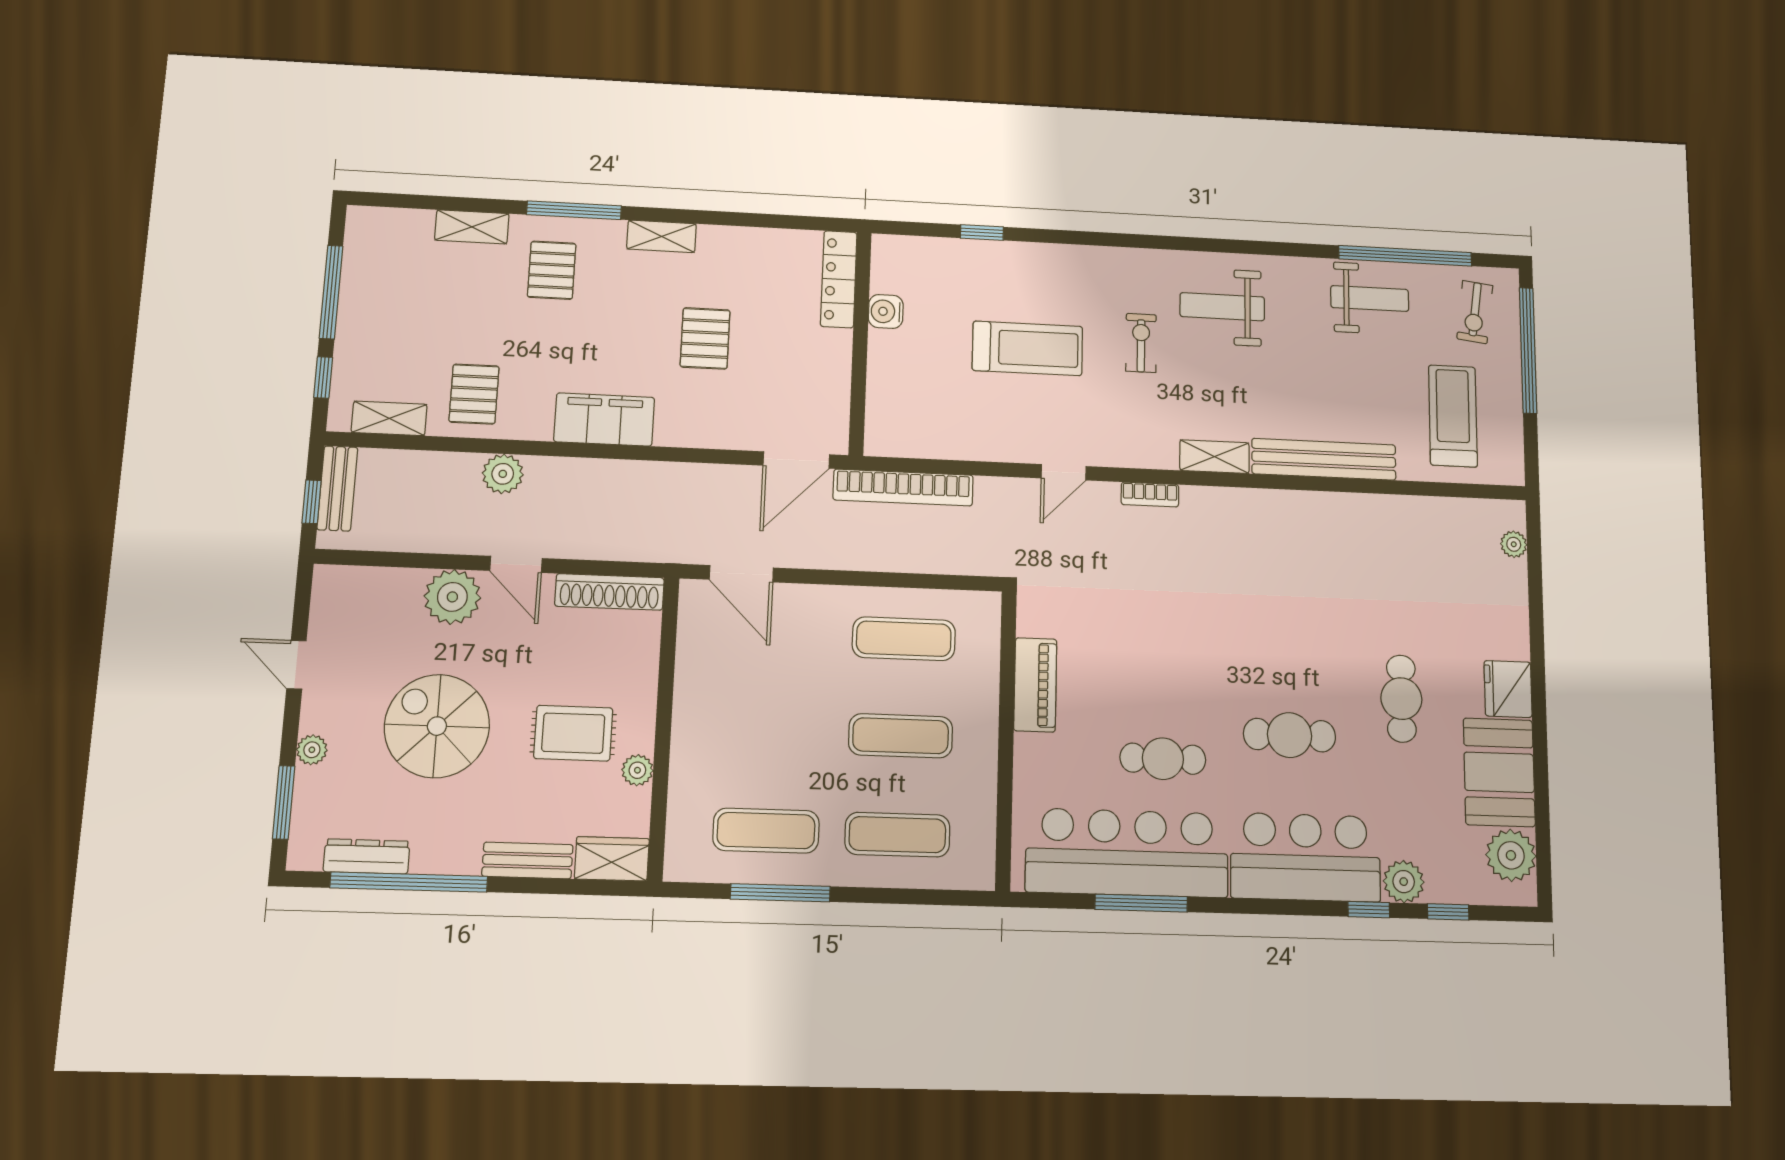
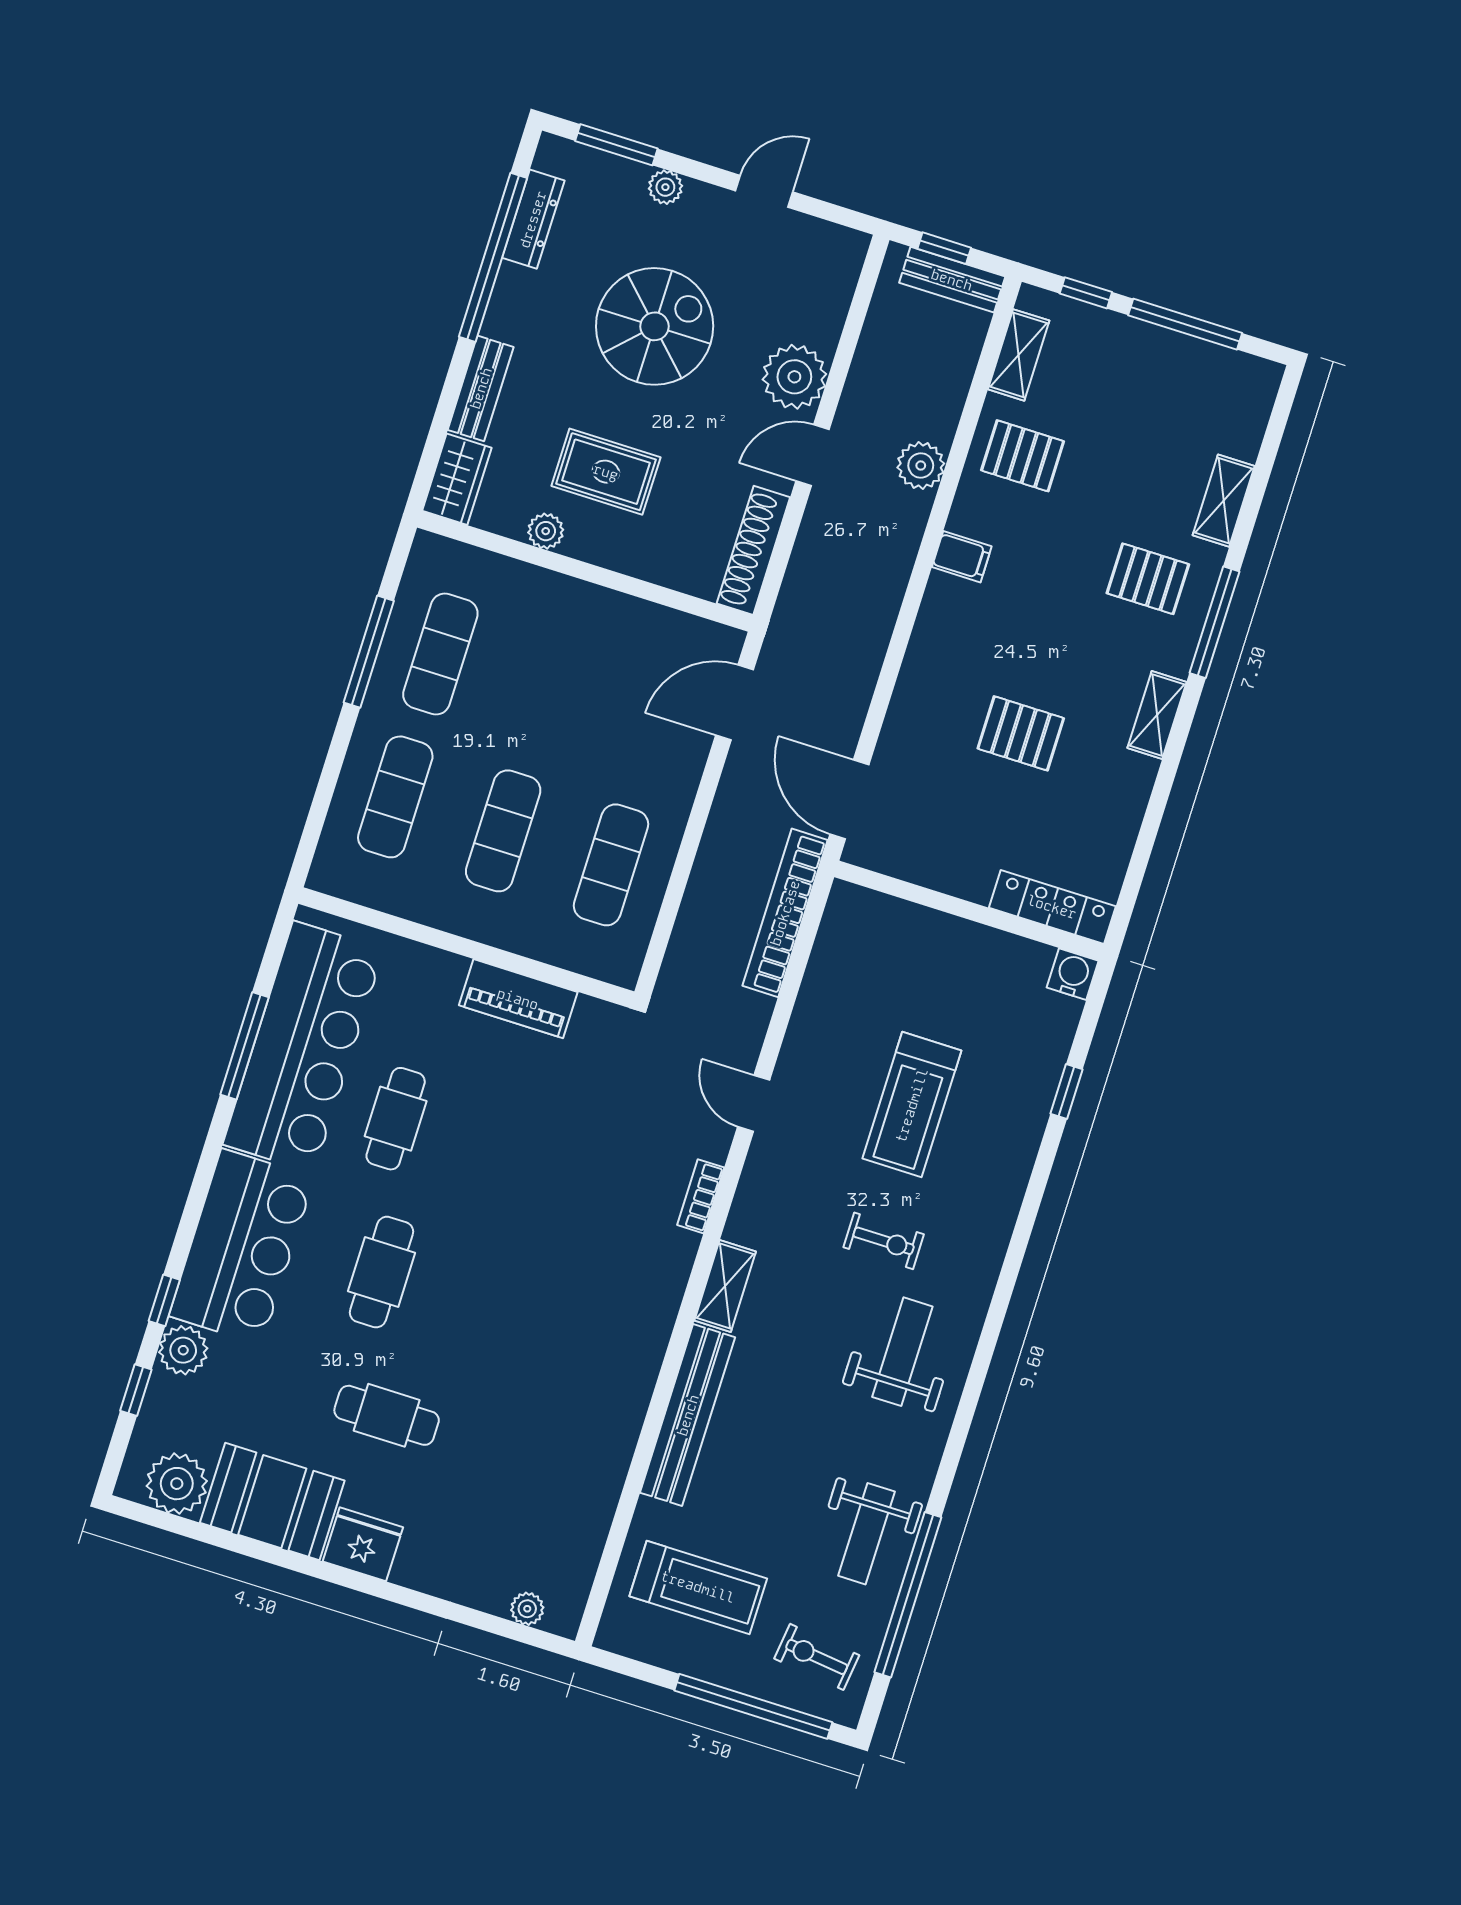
water cooler: (886, 311) -> (1073, 974), moved
filing cabinet: (604, 420) -> (962, 557), width x0.33, depth x0.86
rug: (573, 733) -> (606, 472), turned 90

